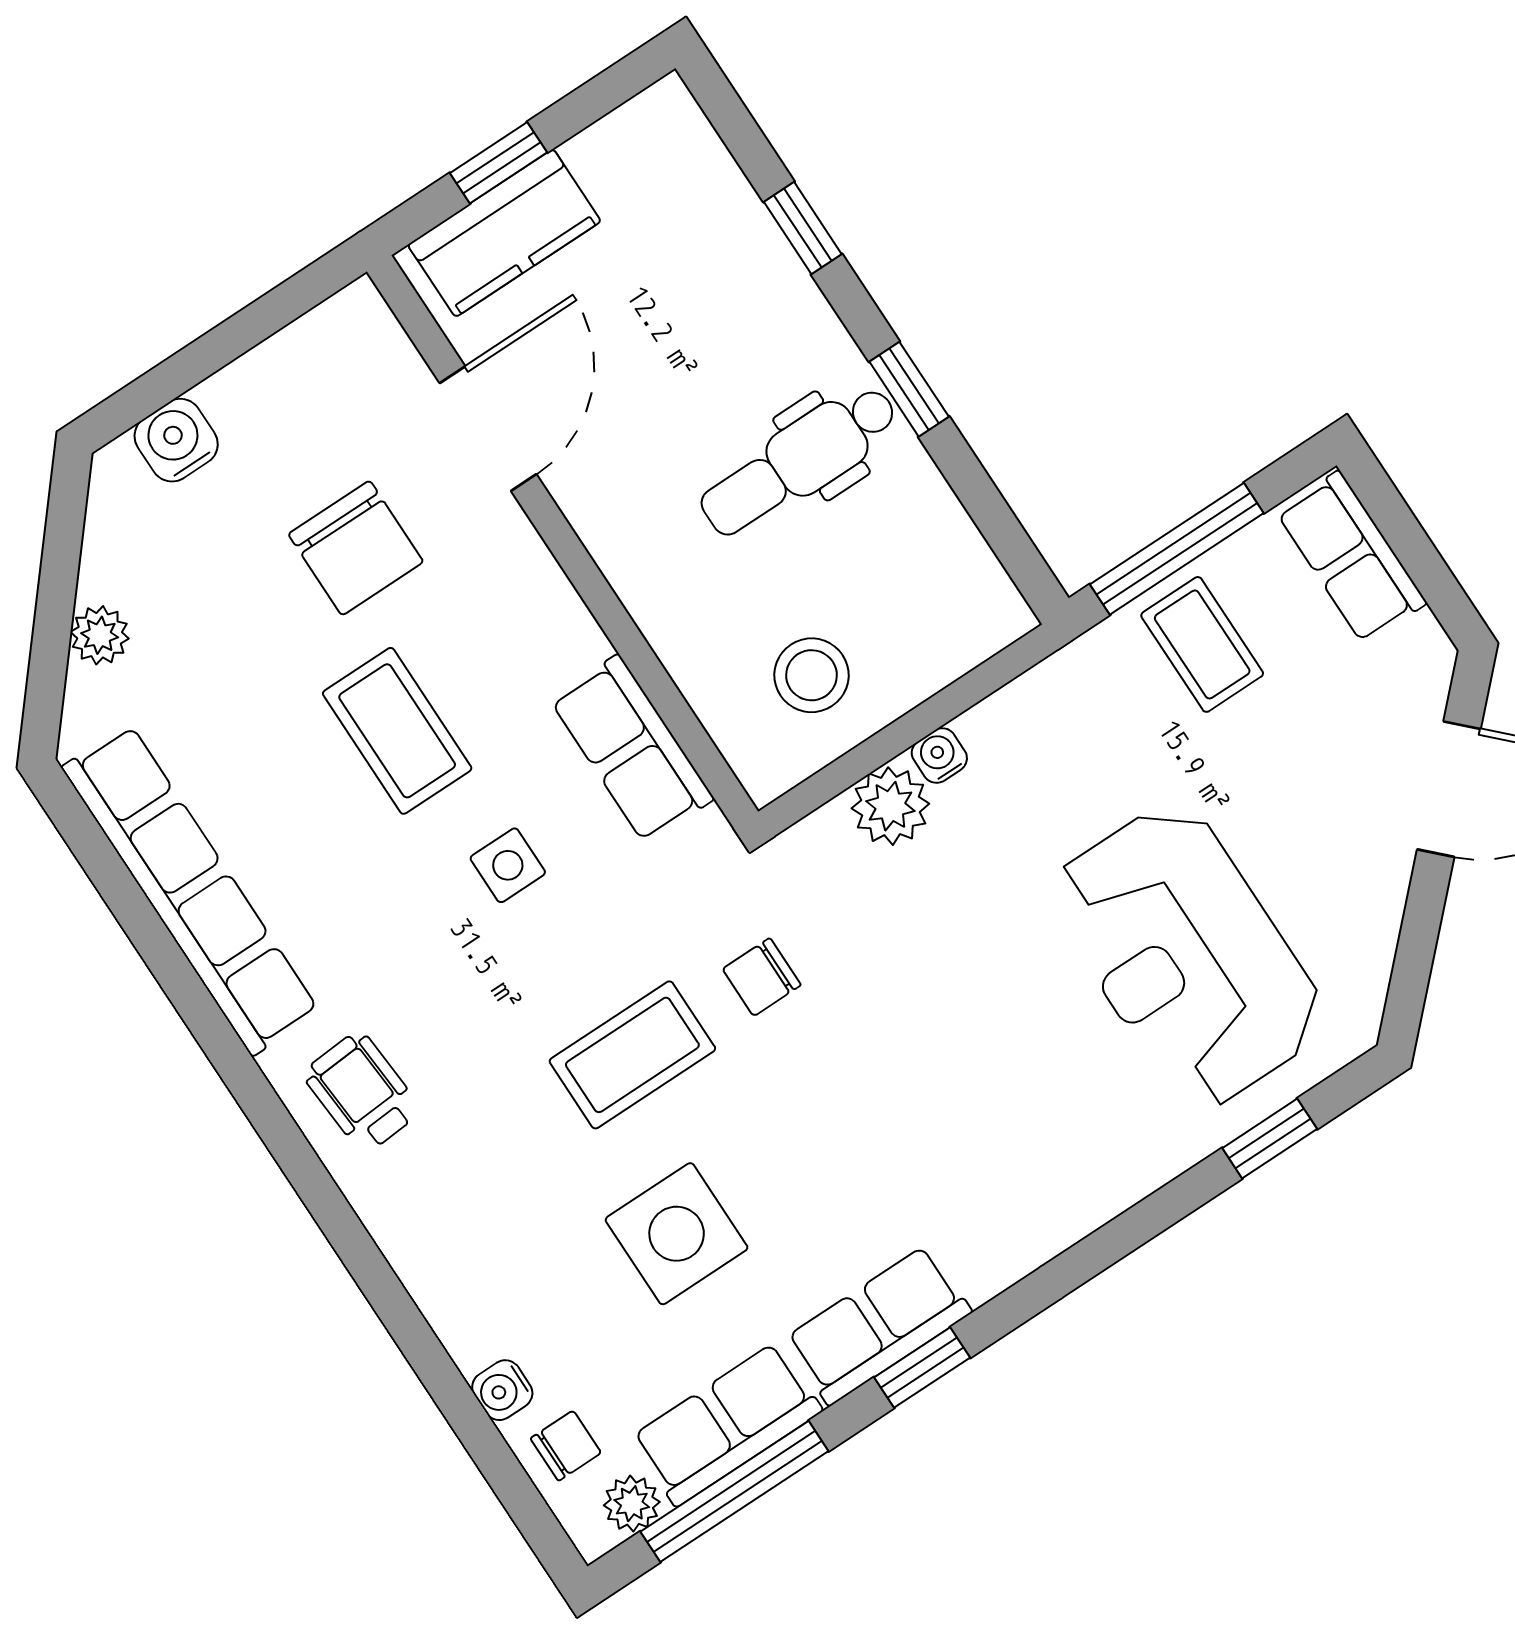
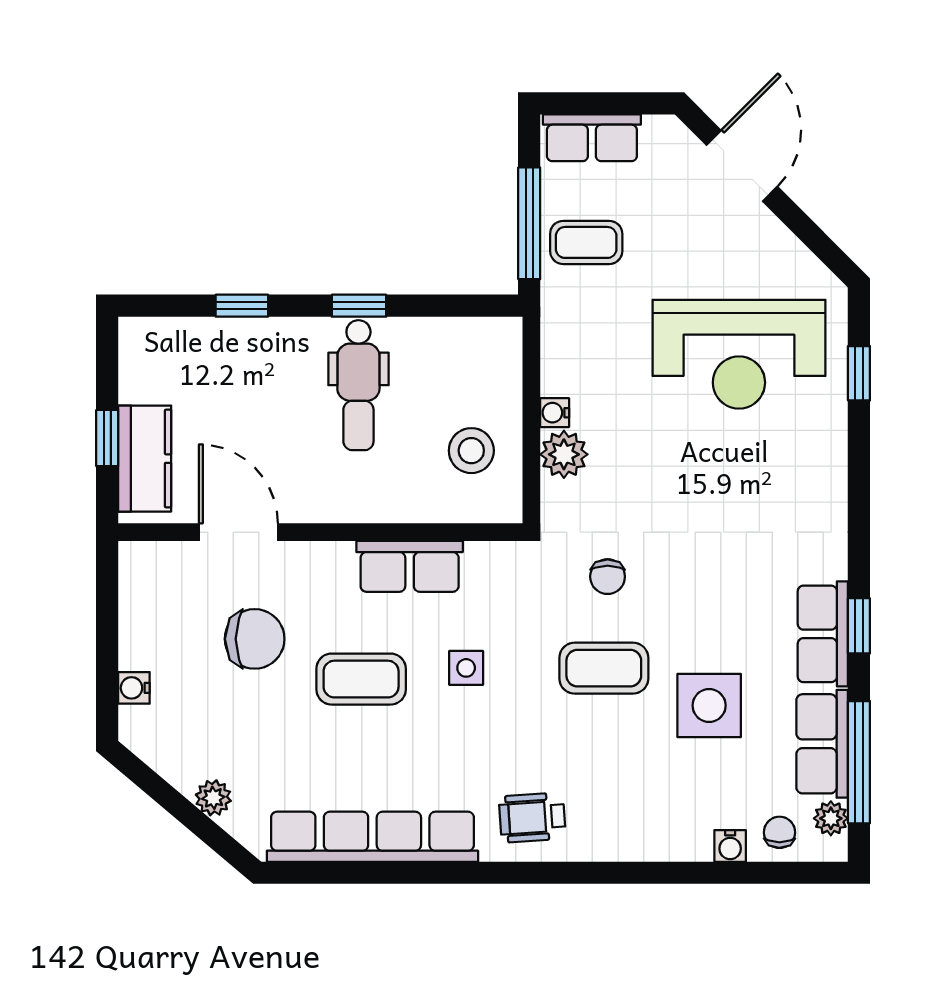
water cooler: (176, 440) -> (134, 688), width x0.72, depth x0.72
row of seats: (632, 749) -> (410, 566), moved
coffee table: (632, 1055) -> (604, 668), turned 90

